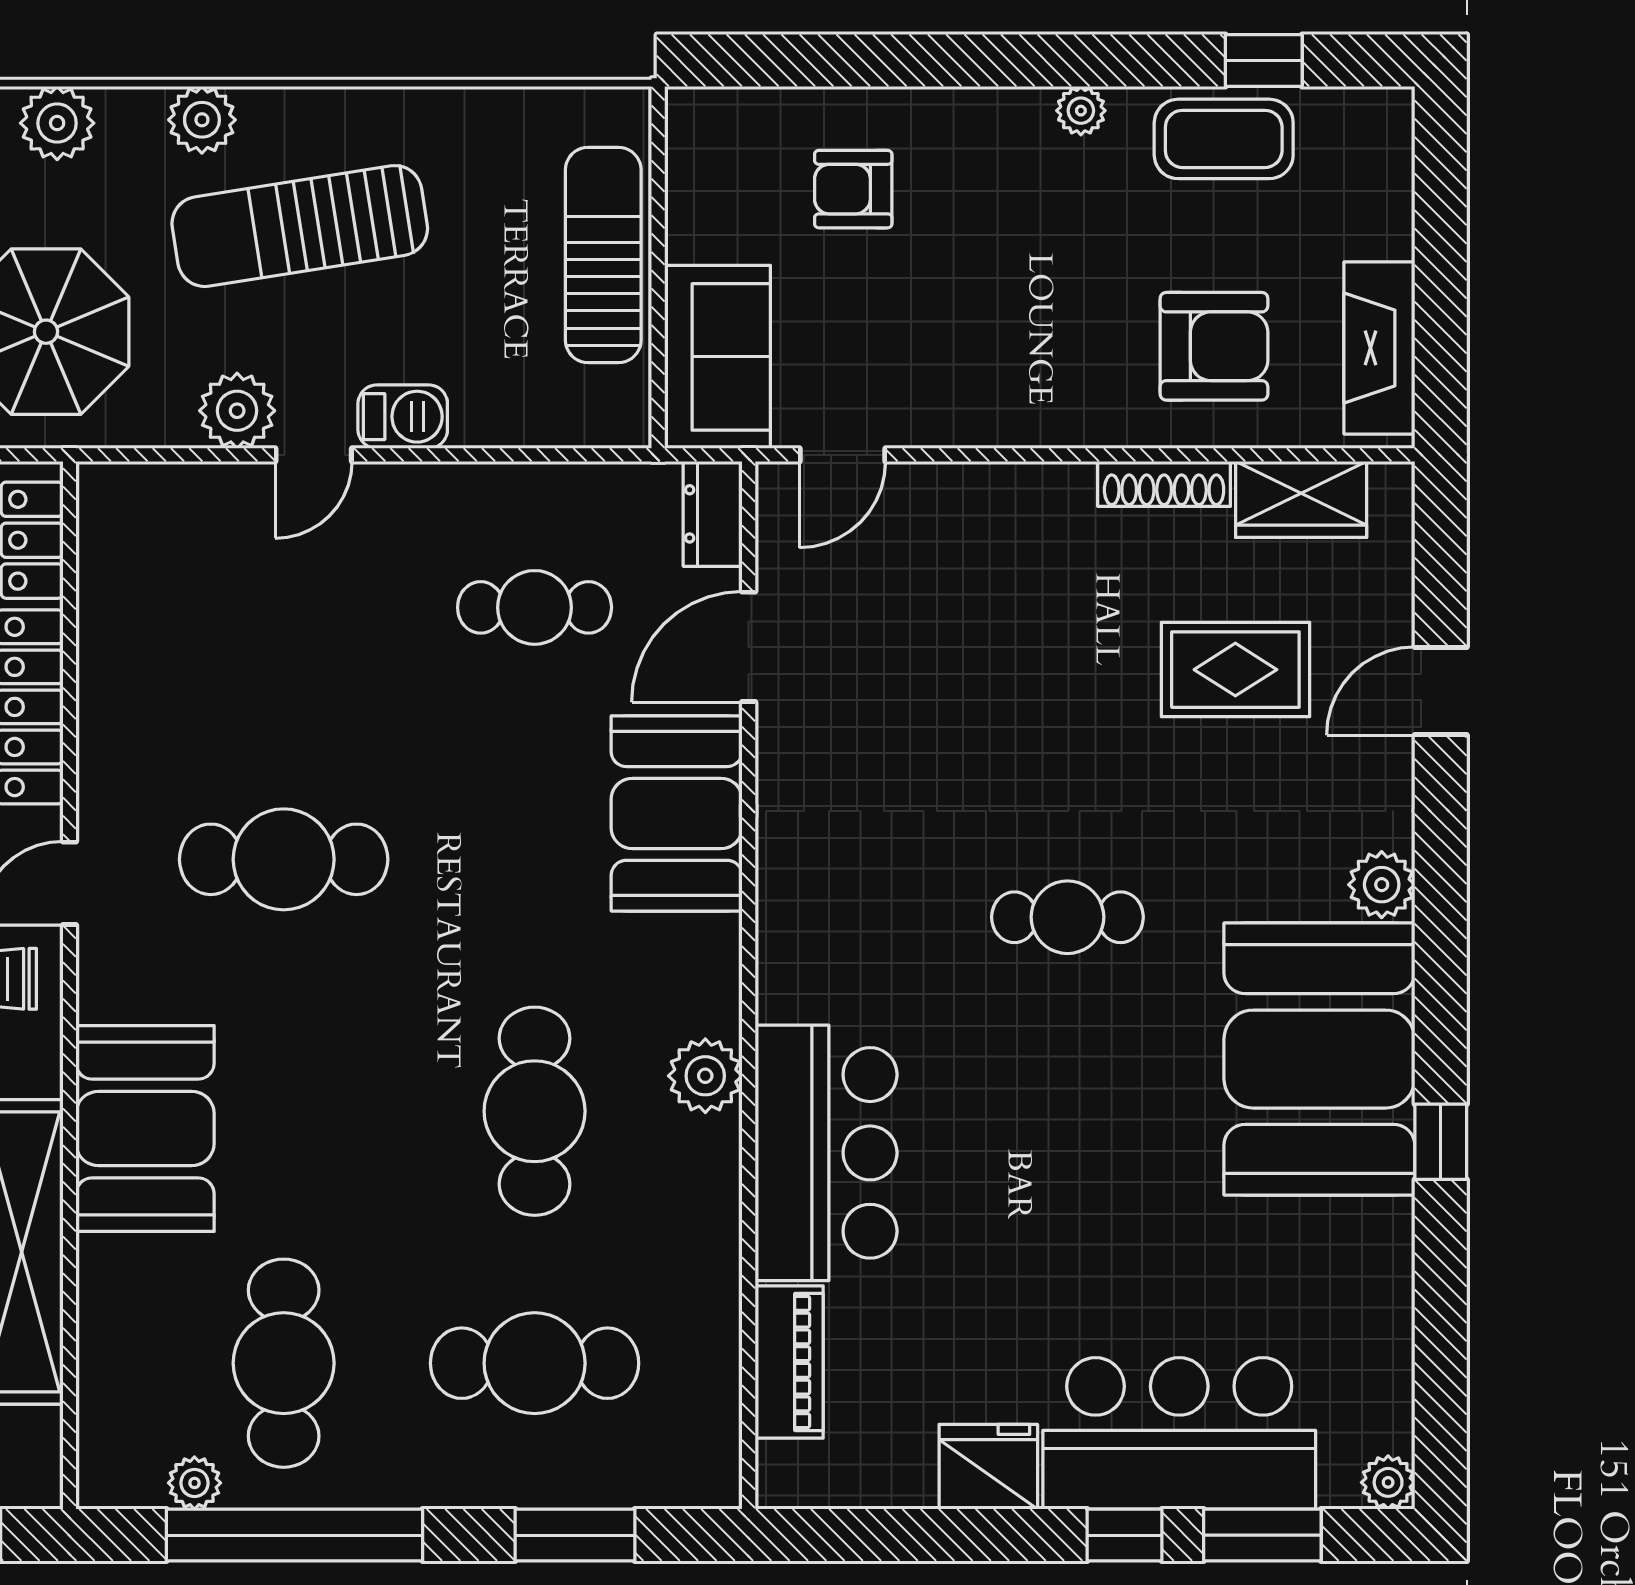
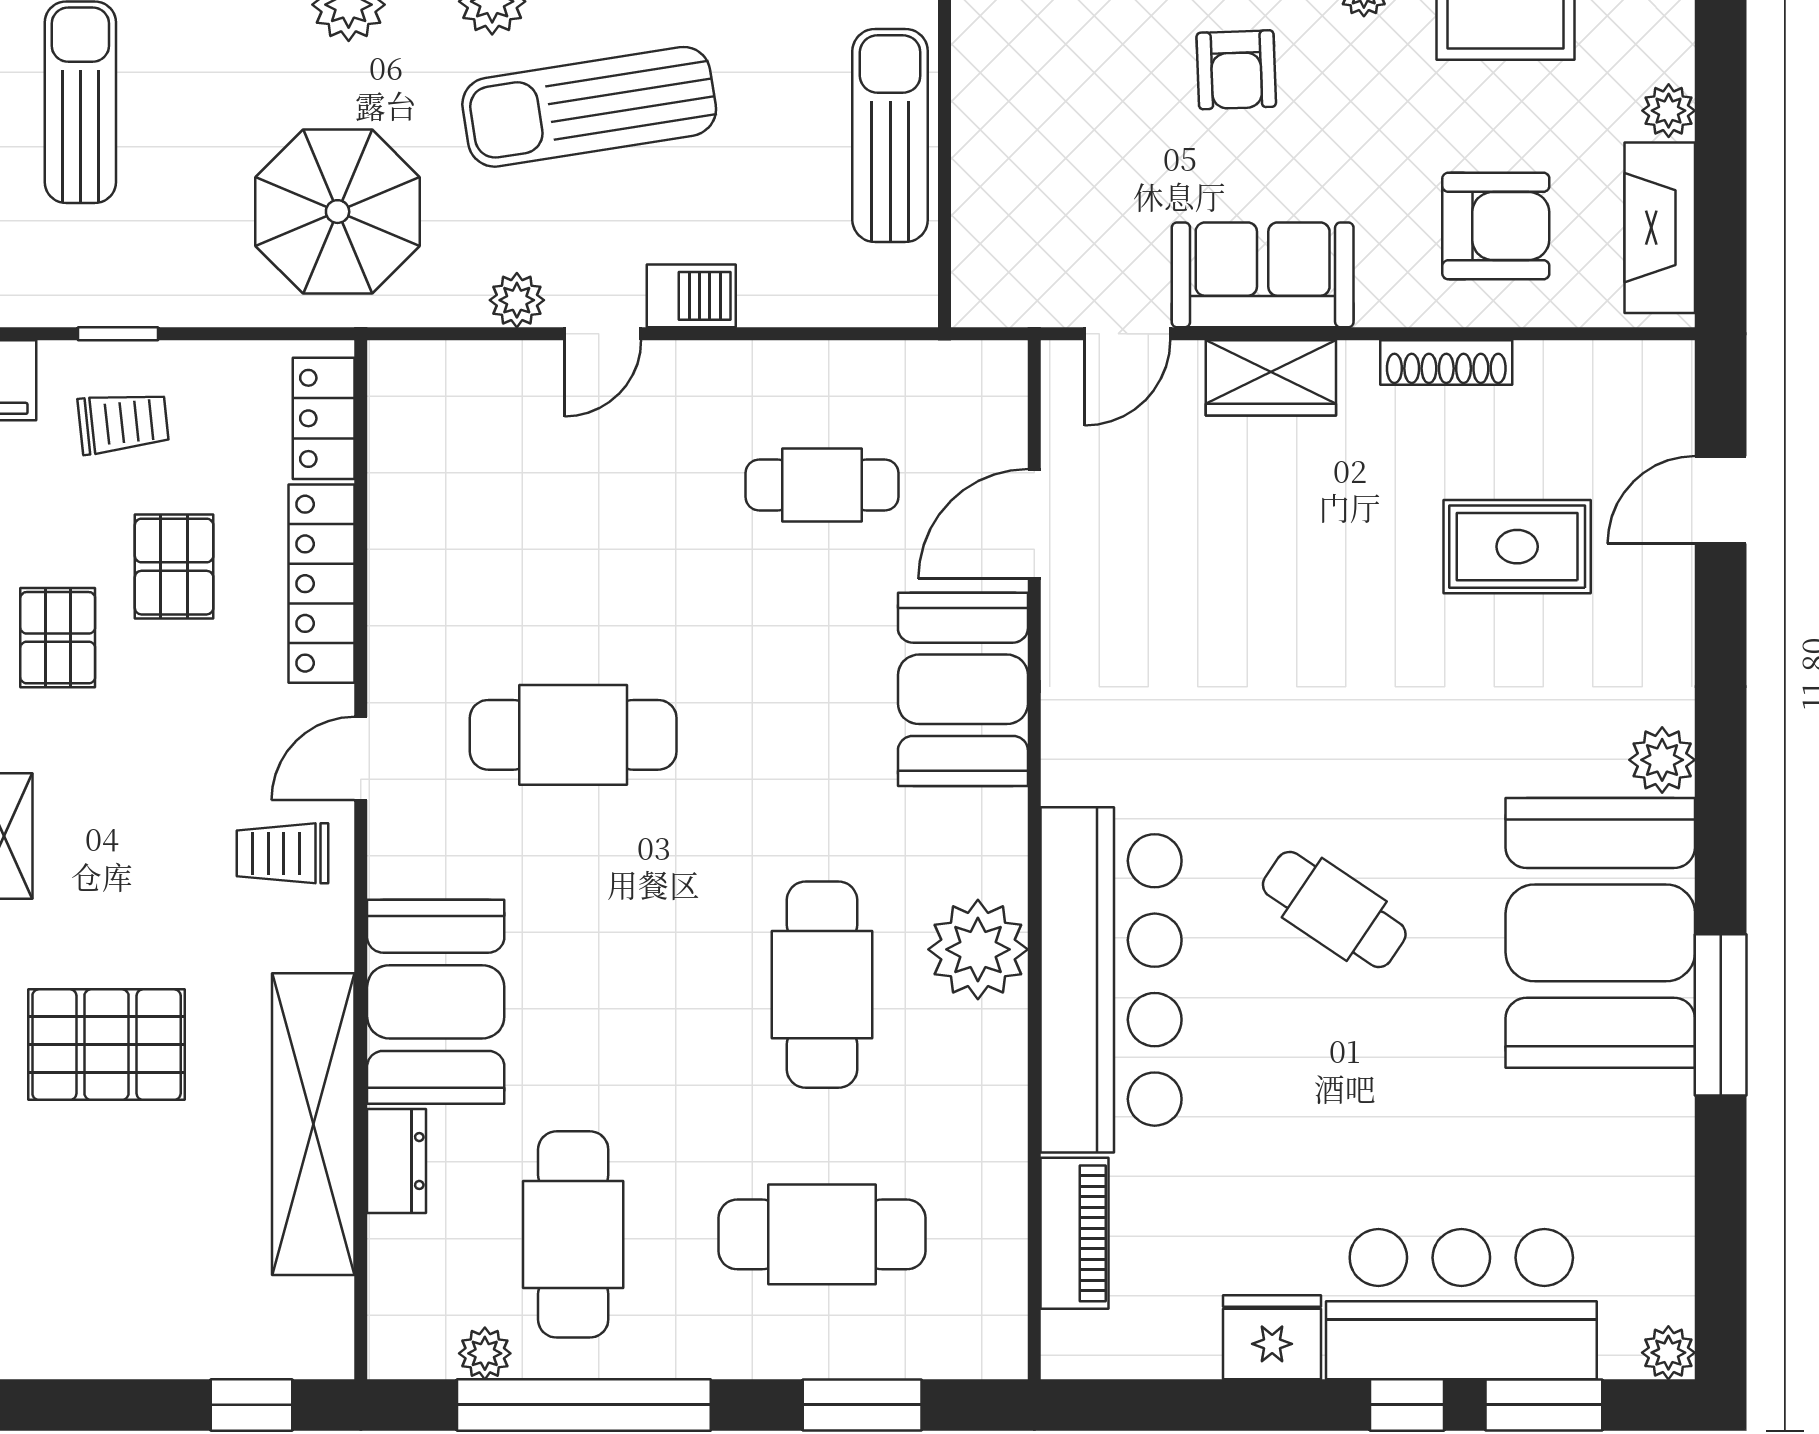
armchair: (853, 189) -> (1236, 70), moved, turned -92
plant: (1388, 230) -> (1669, 111), added
sofa: (717, 357) -> (1263, 275), moved, turned -90
plant: (237, 411) -> (517, 300), width x0.73, depth x0.73
wardrobe: (1301, 499) -> (1271, 378), moved
dresser: (713, 514) -> (397, 1161), moved, turned 180
door: (1441, 691) -> (1721, 500), moved
cafe table: (1067, 917) -> (1334, 909), moved, turned 34
plant: (705, 1076) -> (978, 949), width x1.36, depth x1.36
window: (1441, 1142) -> (1721, 1015), width x2.17
bar counter: (826, 1153) -> (1111, 980), width x1.36

